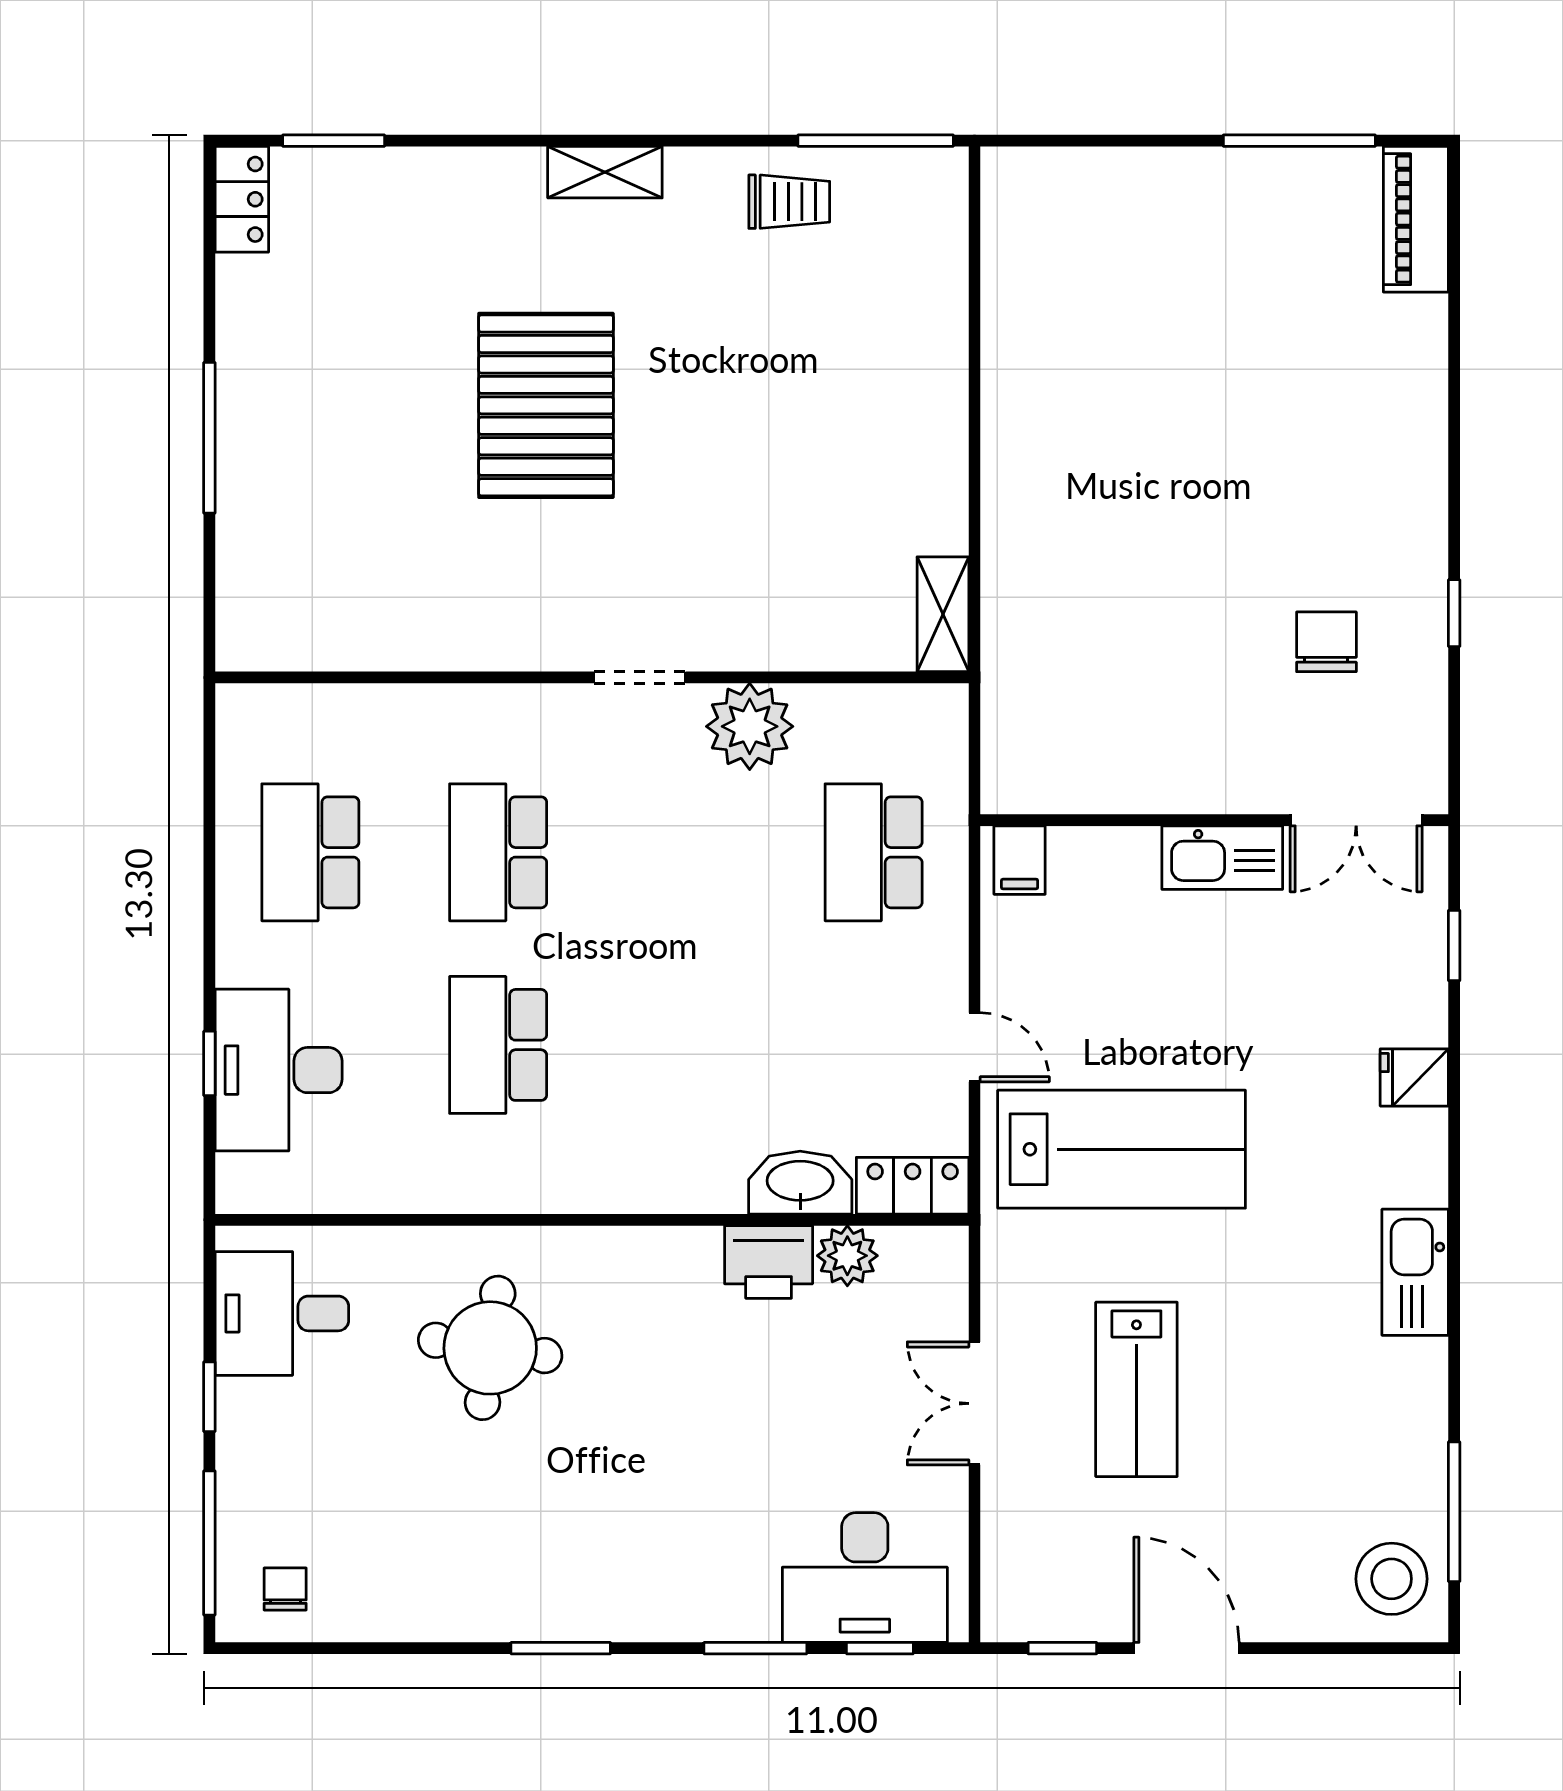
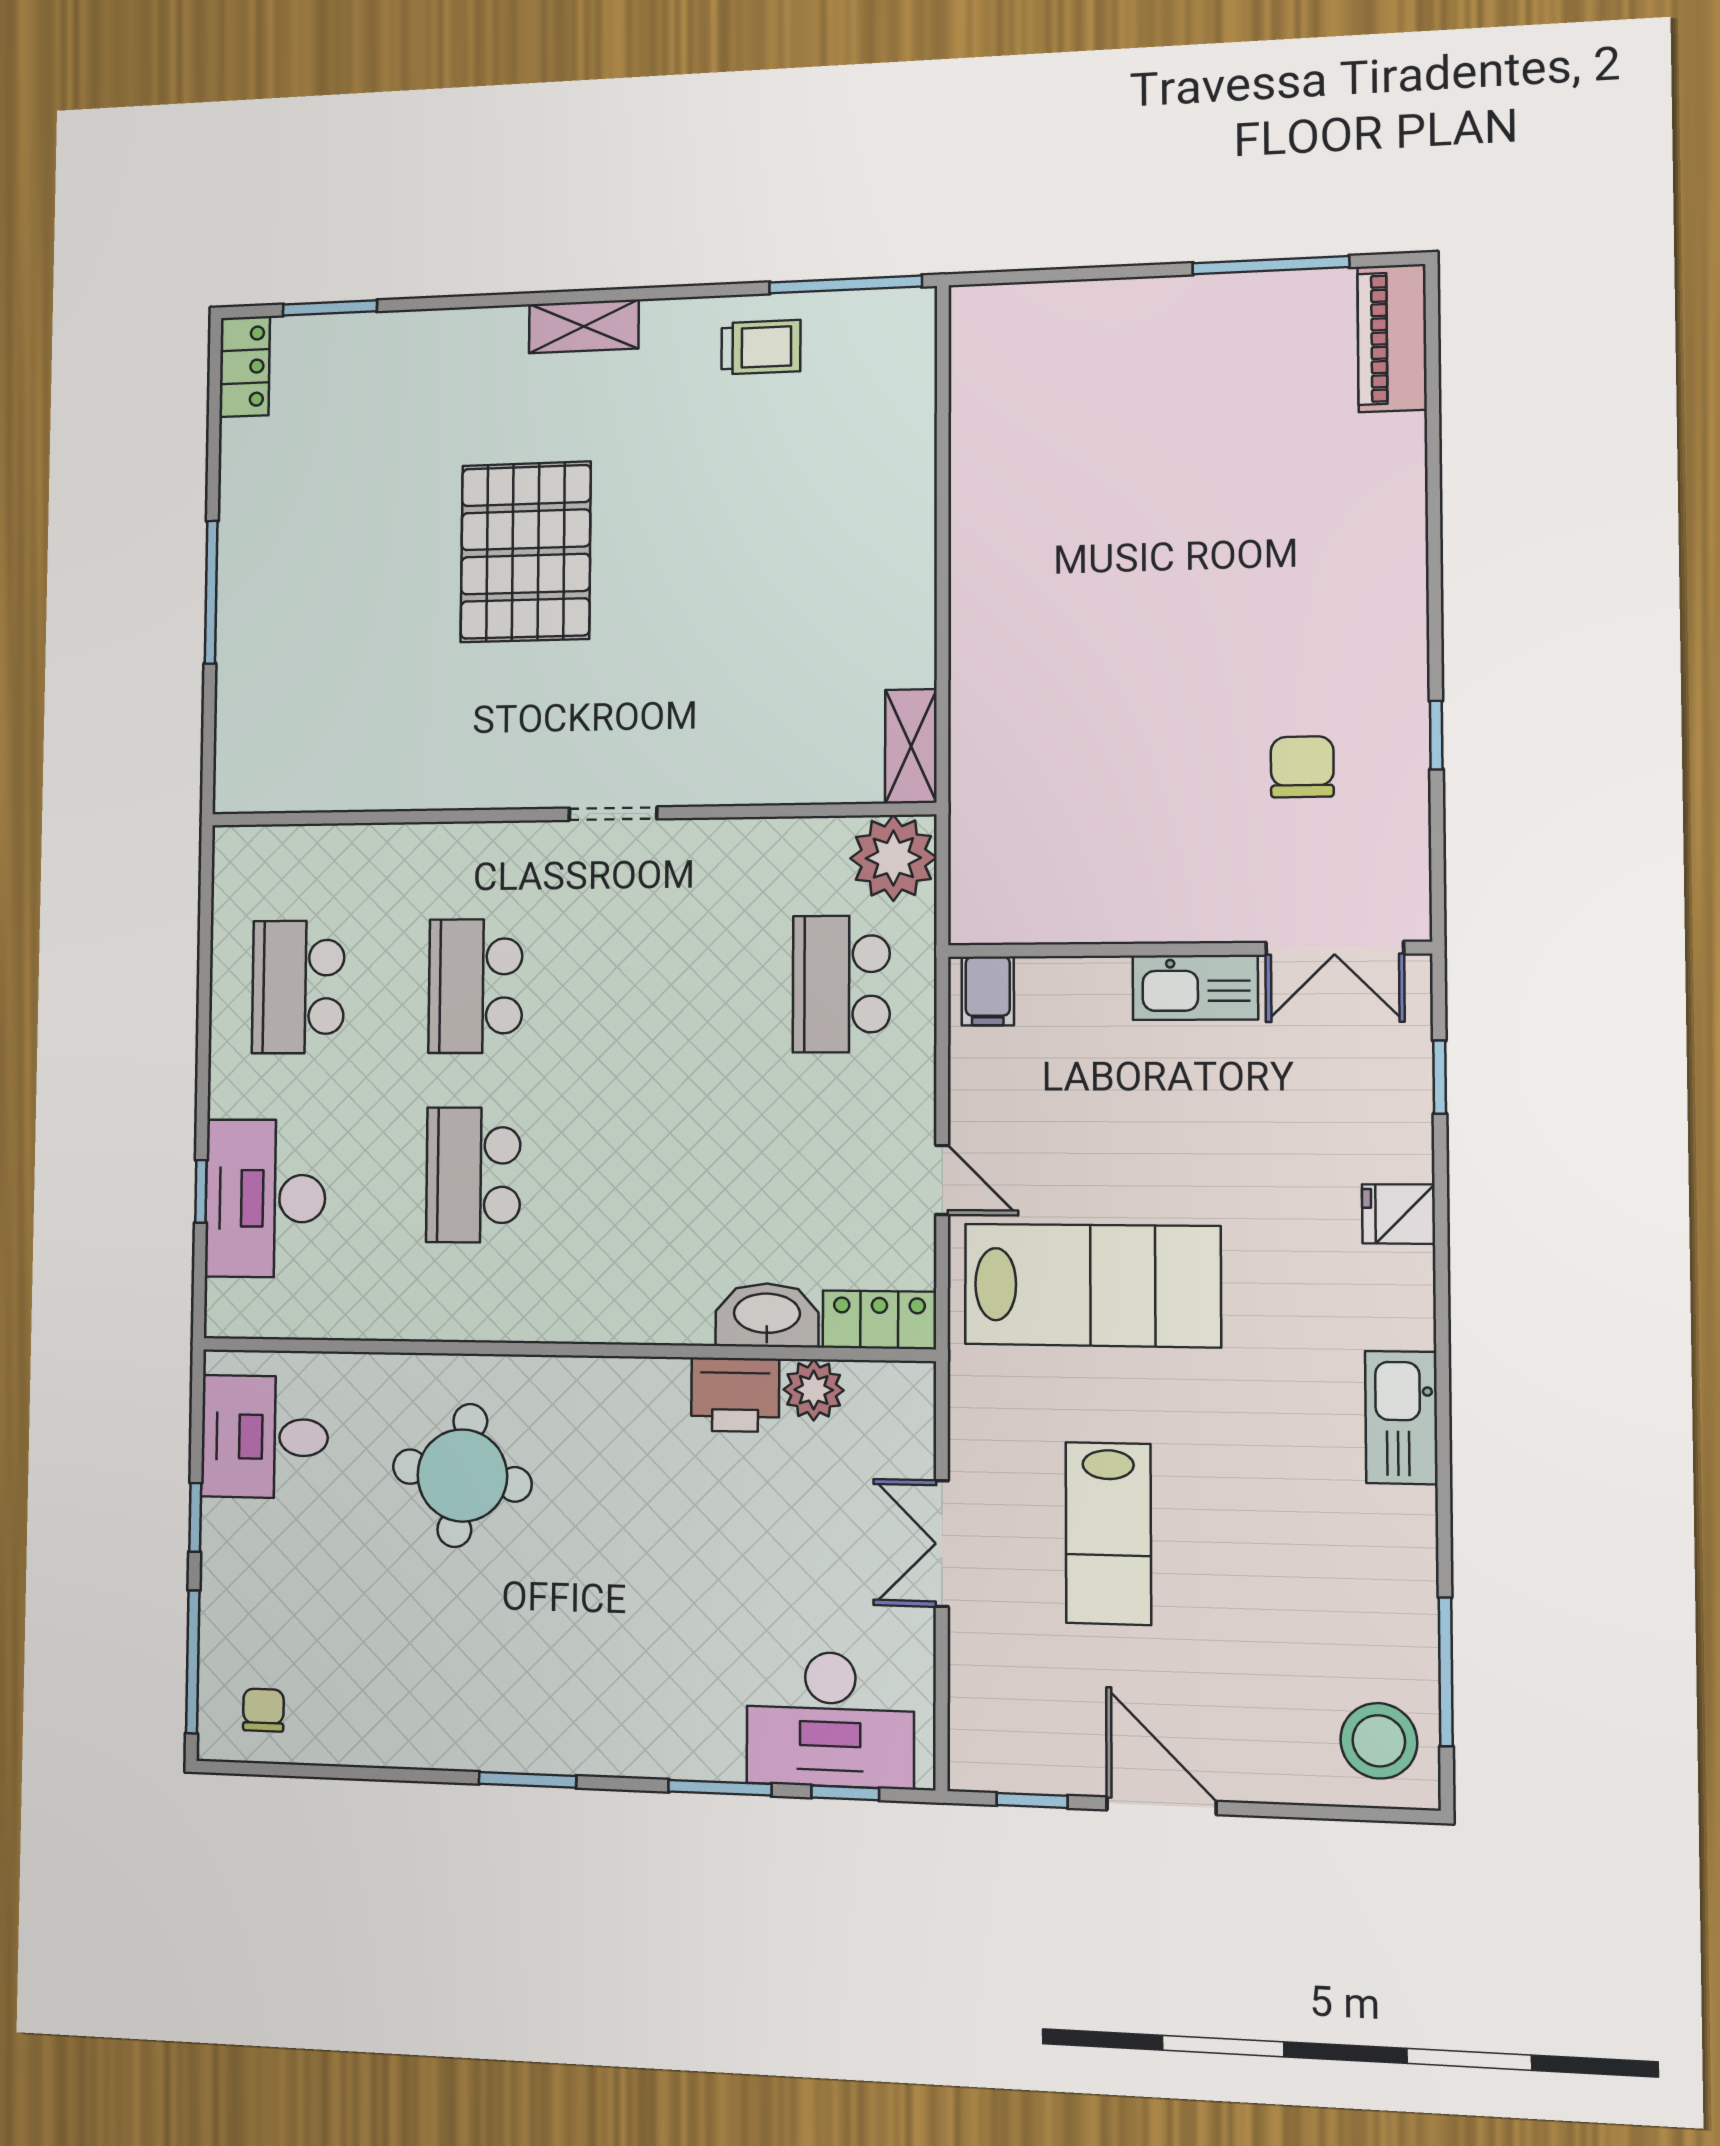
plant: (750, 726) -> (893, 858), moved

